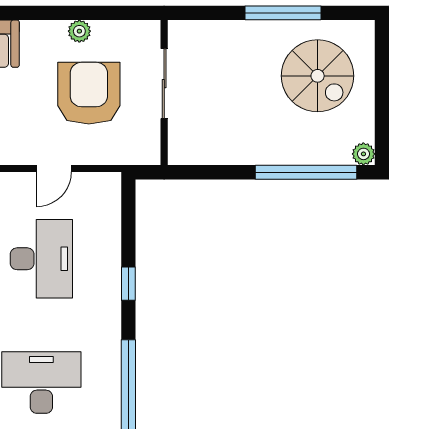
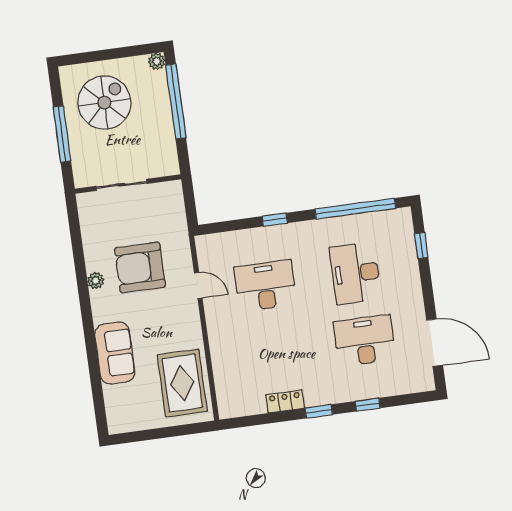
sliding door: (164, 84) -> (122, 185), moved
wall: (164, 93) -> (128, 184), moved

